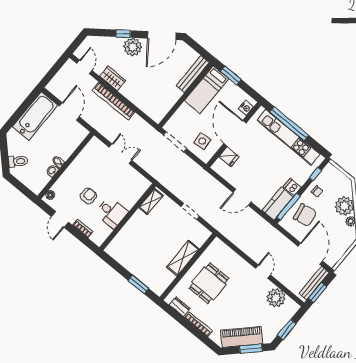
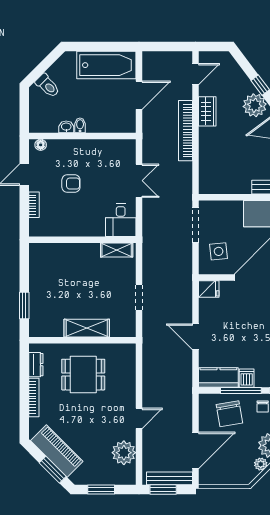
fridge: (229, 157) -> (209, 289), moved, turned -90
window: (289, 207) -> (241, 391), moved
desk: (112, 213) -> (121, 220), moved

